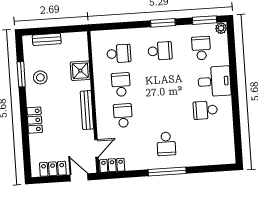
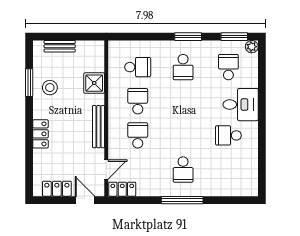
school desk: (160, 51) -> (183, 67), turned 90

